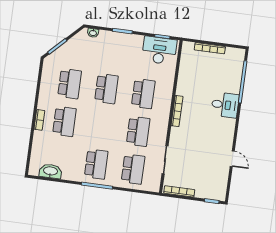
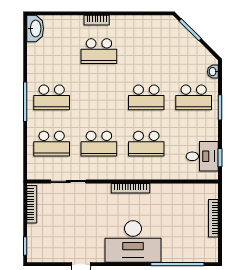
desk: (159, 50) -> (202, 156), width x0.73
school desk: (70, 84) -> (194, 97), moved
desk: (225, 105) -> (133, 241), width x1.87, depth x1.30
washbasin: (51, 171) -> (35, 28), moved

